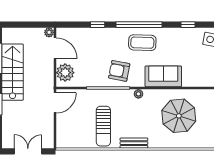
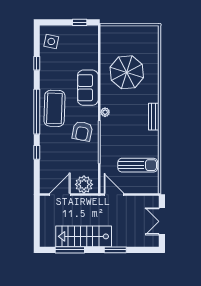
plant: (49, 32) -> (44, 200), removed
coffee table: (142, 43) -> (54, 108), width x1.36, depth x1.32
sun lounger: (103, 126) -> (138, 165), moved

